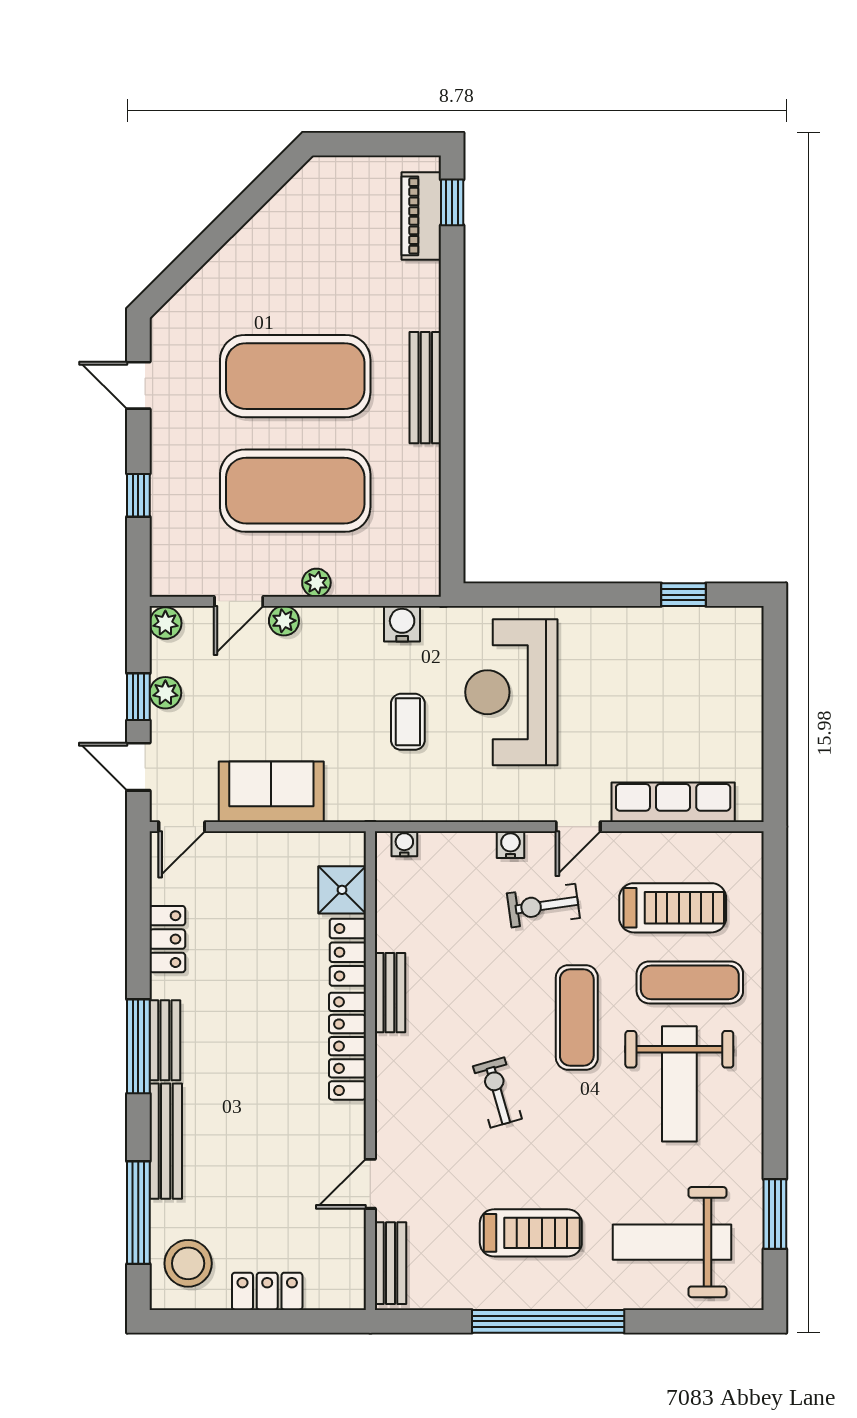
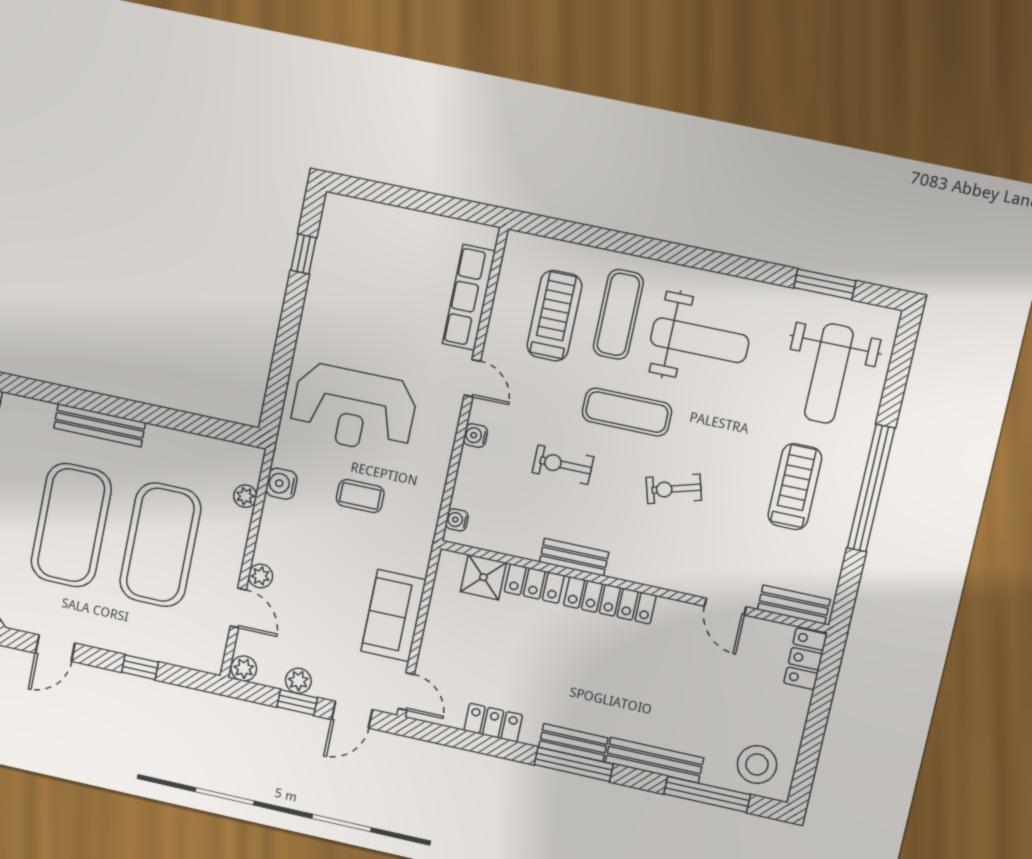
plant: (316, 583) -> (245, 496), moved
exercise bike: (543, 906) -> (563, 465), moved, turned 98
locker: (267, 1291) -> (805, 659), moved

